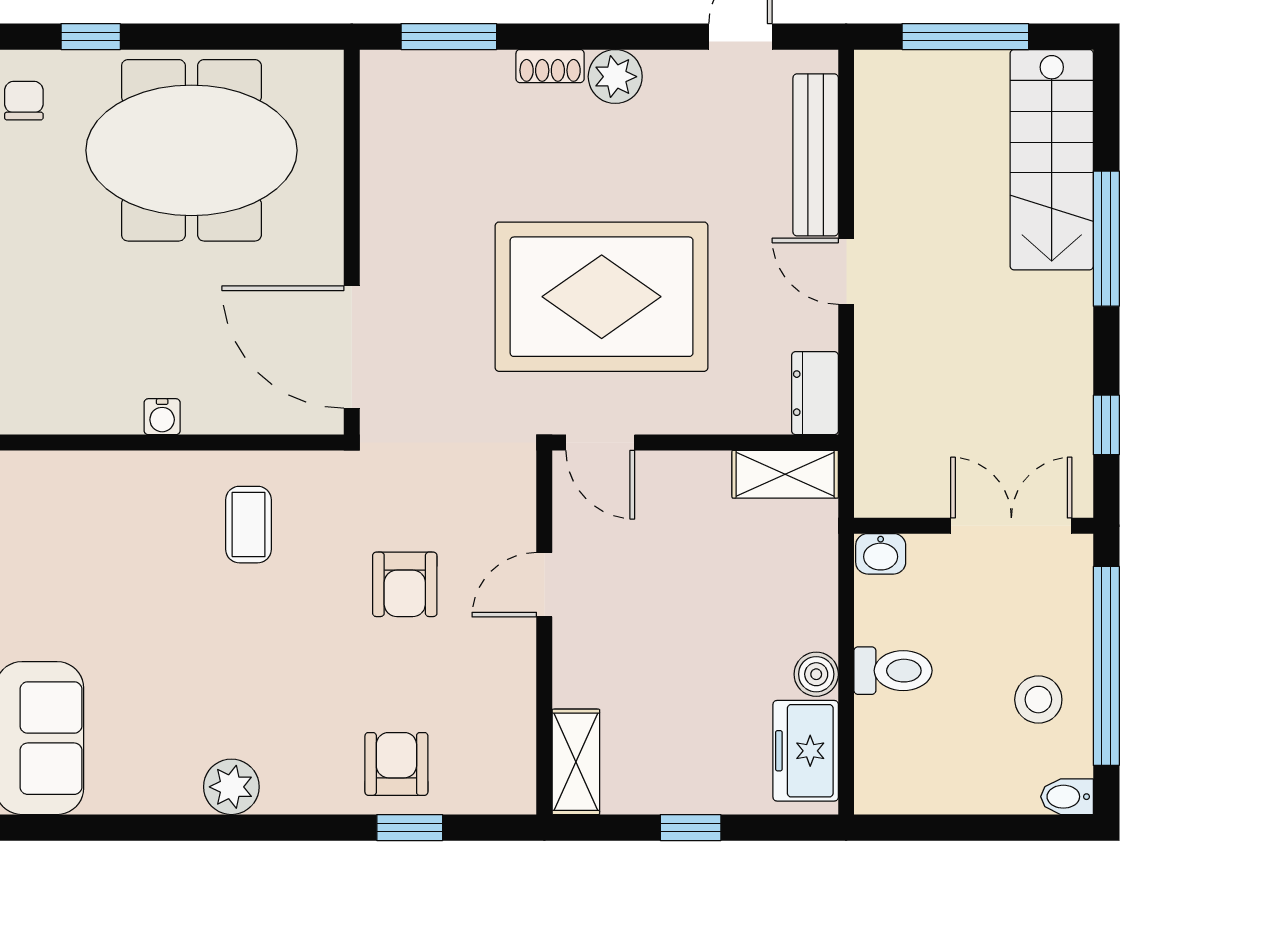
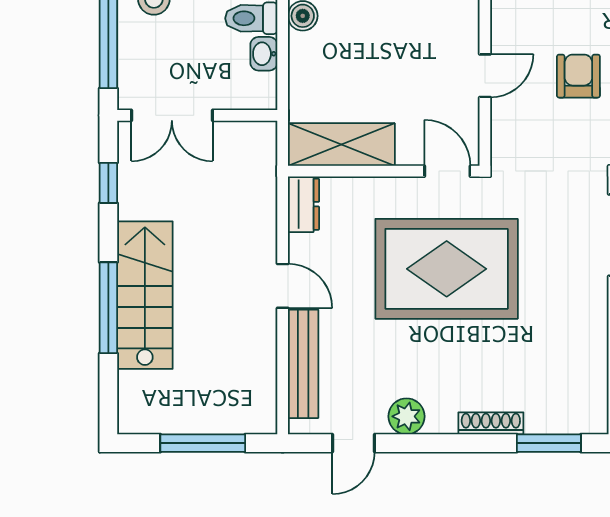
shoe rack: (550, 66) -> (491, 423), width x1.43
plant: (615, 77) -> (406, 416), moved
stairs: (1052, 160) -> (145, 295), moved
shelving: (785, 474) -> (341, 145), width x1.50, depth x1.33
washbasin: (881, 554) -> (264, 54), moved, turned -90

